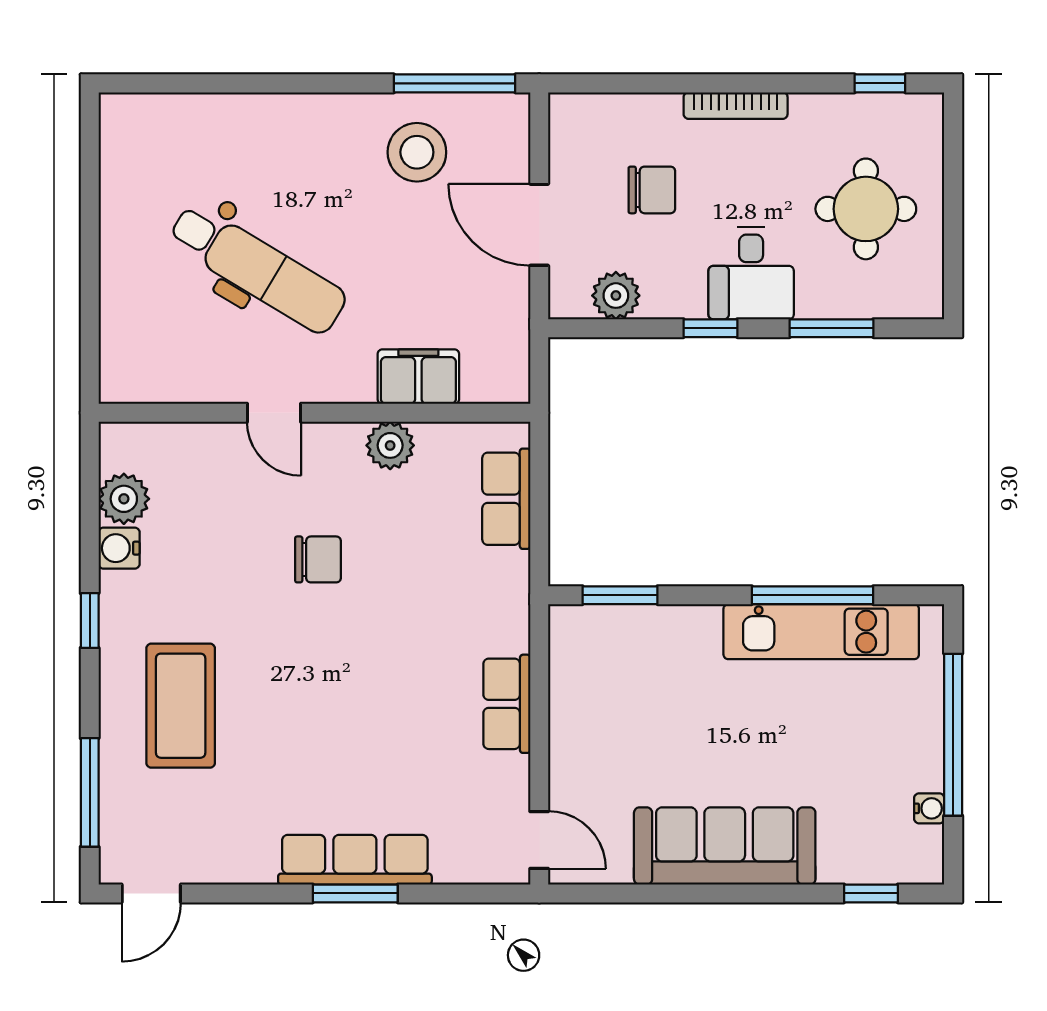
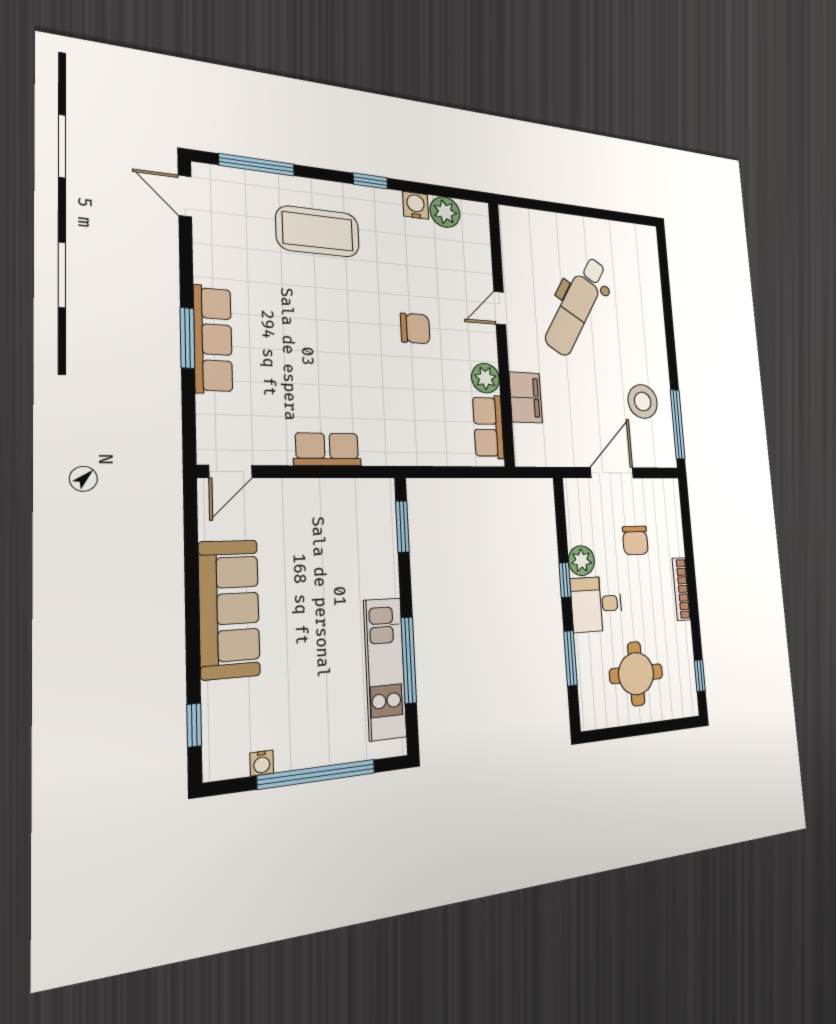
plant: (616, 296) -> (581, 561), moved
row of seats: (506, 499) -> (488, 427), moved, turned -90
chair: (318, 559) -> (415, 328), turned -90

